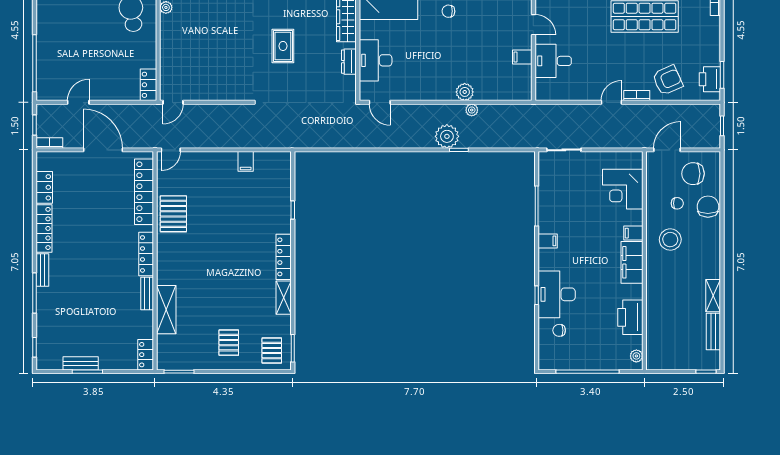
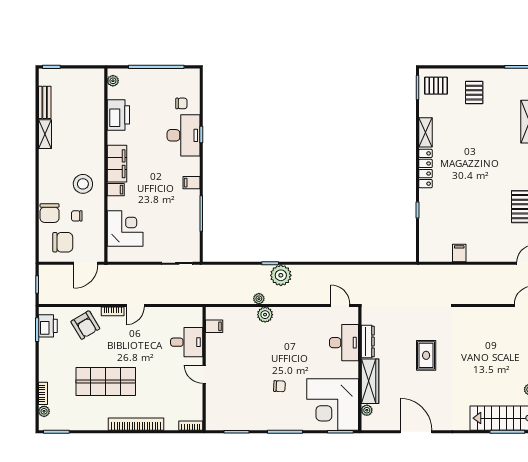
filing cabinet: (522, 57) -> (214, 326), moved
dresser: (349, 62) -> (368, 341), width x1.44
armchair: (668, 80) -> (85, 325), turned -97
pallet: (272, 351) -> (436, 86), turned 90

